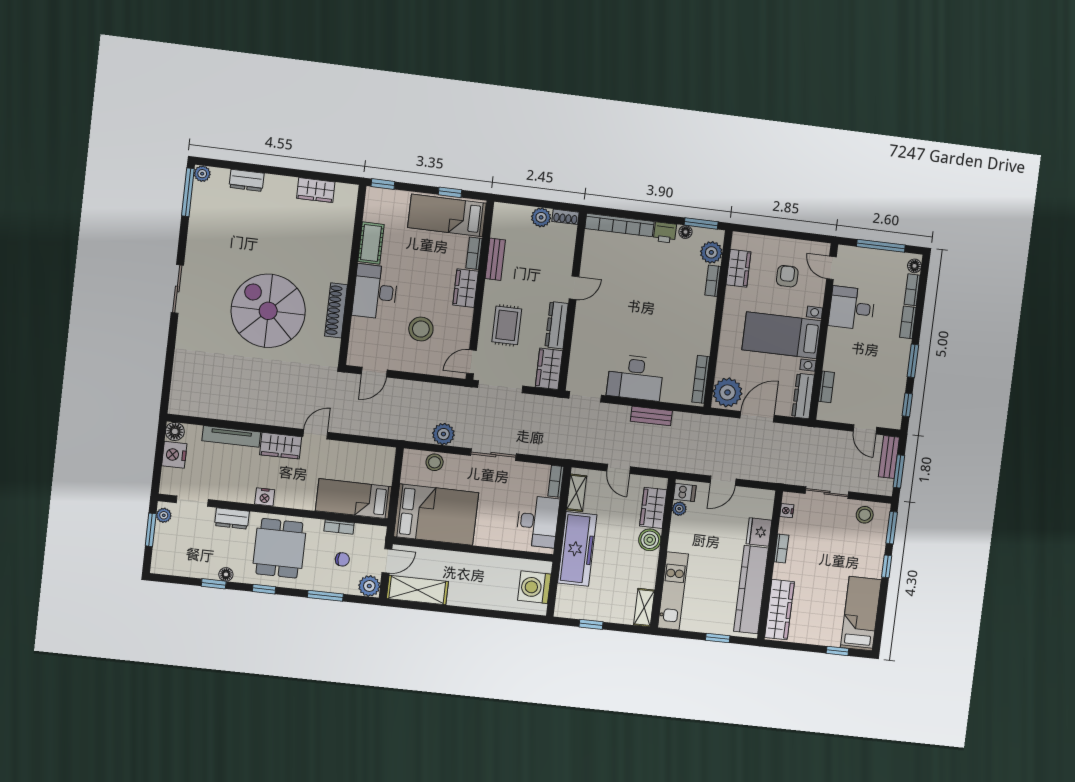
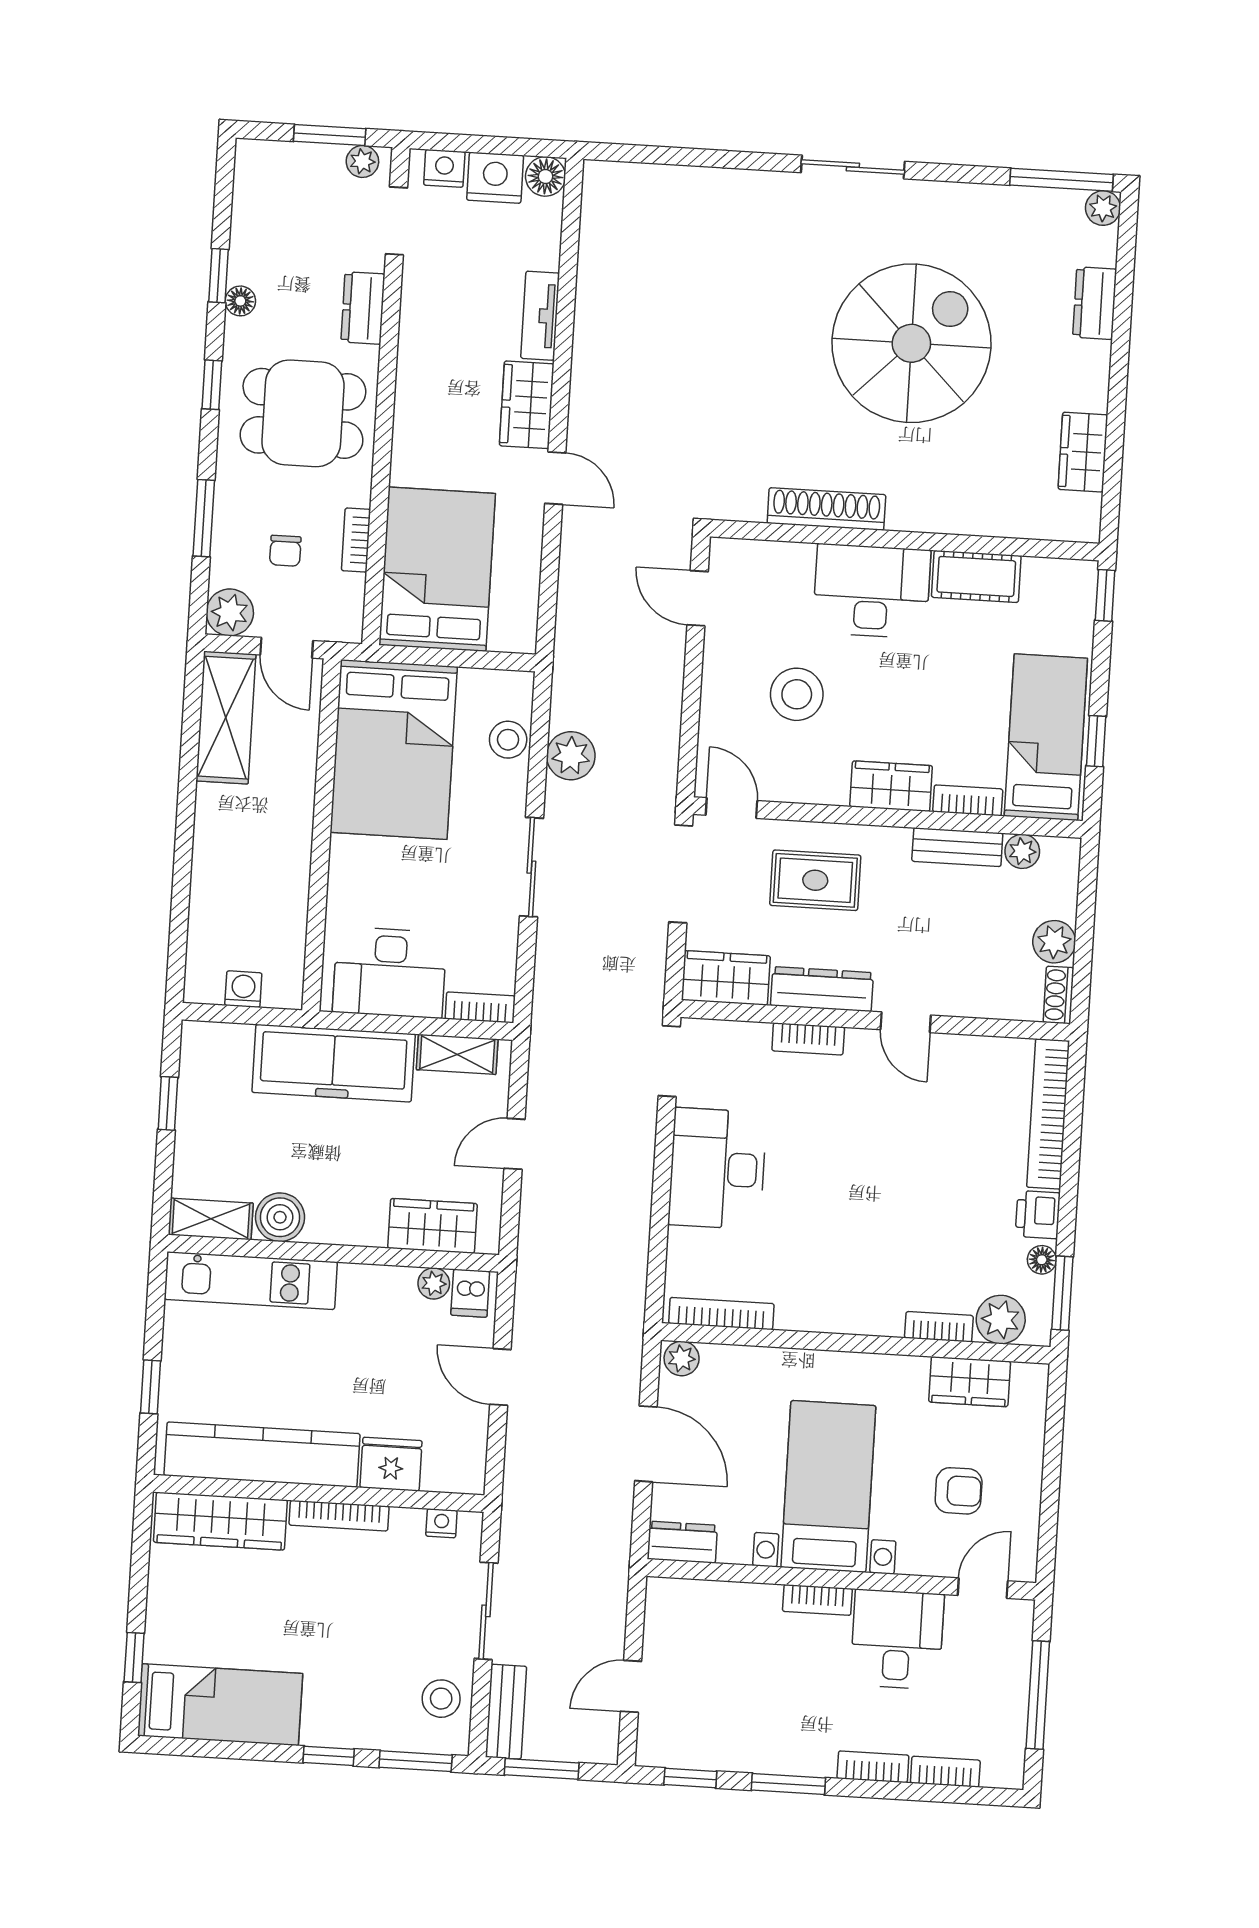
plant: (499, 230) -> (1022, 851), added
floor lamp: (914, 266) -> (998, 1773), removed
spiral stairs: (268, 311) -> (911, 343), moved
bookcase: (579, 333) -> (808, 1039), added
bookcase: (826, 387) -> (817, 1600), moved
plant: (728, 392) -> (682, 1358), width x0.53, depth x0.53
dresser: (803, 396) -> (682, 1542), width x0.70
bench: (651, 416) -> (635, 1209), removed
tv unit: (231, 436) -> (540, 316), width x0.71
bench: (889, 457) -> (506, 1712), moved, turned 90
nightstand: (265, 497) -> (444, 168), moved, turned 90
bed: (354, 499) -> (437, 569), width x1.50
boiler: (650, 540) -> (280, 1217), moved
bookcase: (781, 548) -> (339, 1516), width x1.56
washing machine: (534, 587) -> (243, 989), width x0.53, depth x0.53

